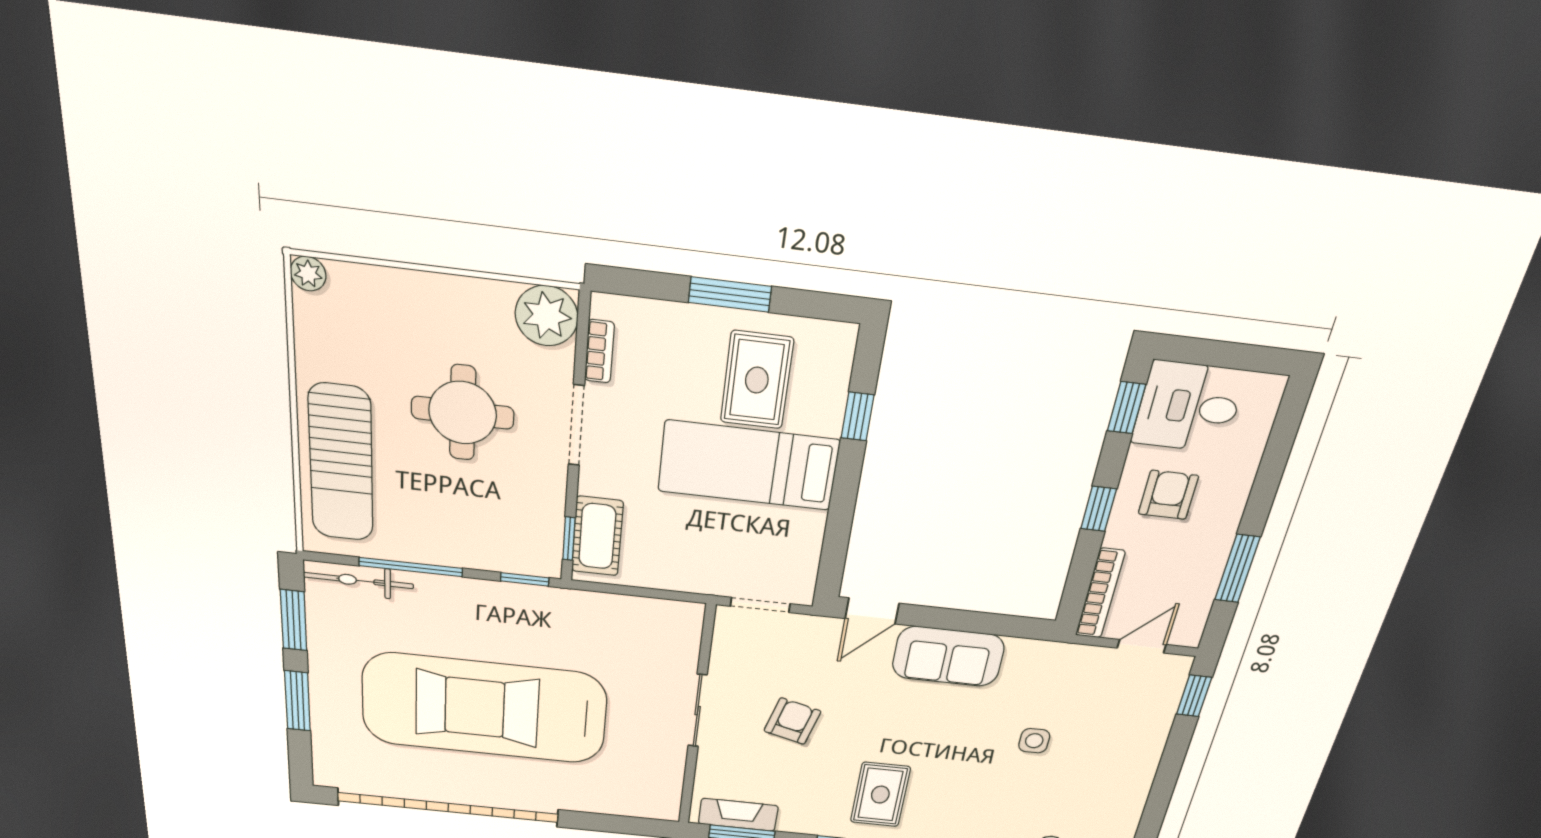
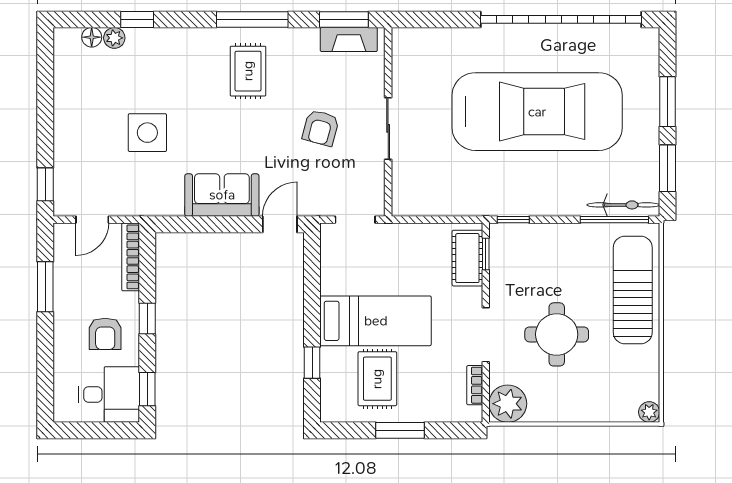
window: (411, 567) -> (614, 220), moved
side table: (1034, 741) -> (147, 133), width x1.87, depth x1.87

